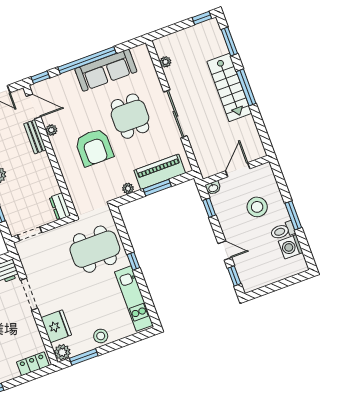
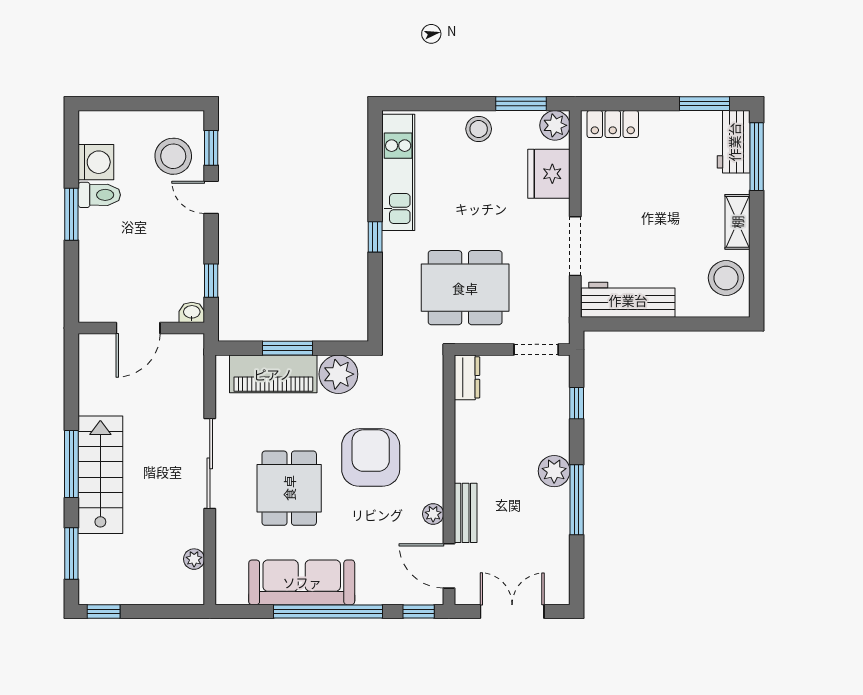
plant: (128, 188) -> (338, 374), width x1.88, depth x1.88
stool: (257, 207) -> (173, 156), moved
dining table: (95, 249) -> (465, 288), moved

